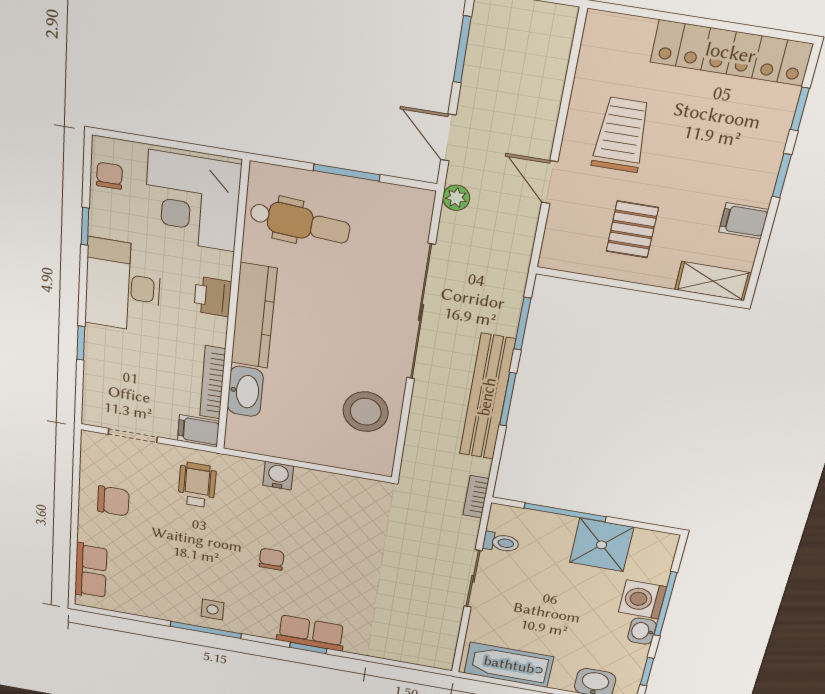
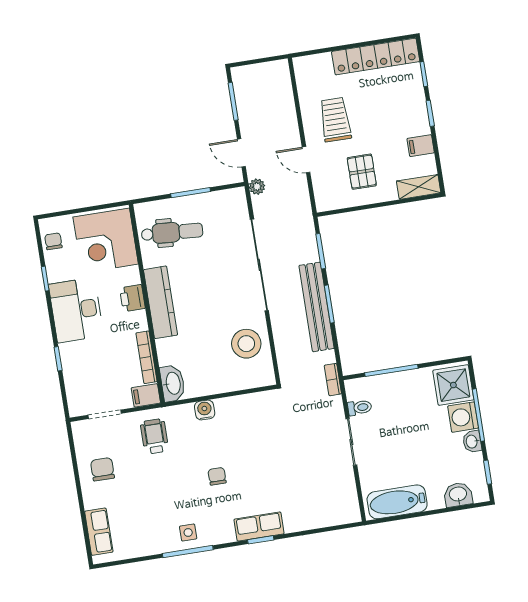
washbasin: (245, 391) -> (173, 383), moved
chair: (113, 501) -> (102, 469), turned -90
shower: (602, 545) -> (453, 385), moved

